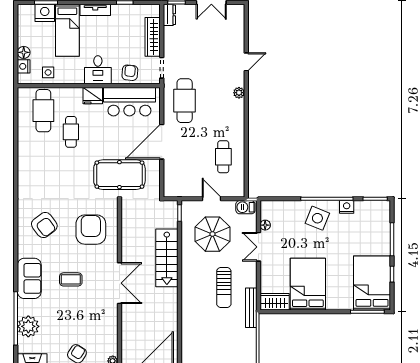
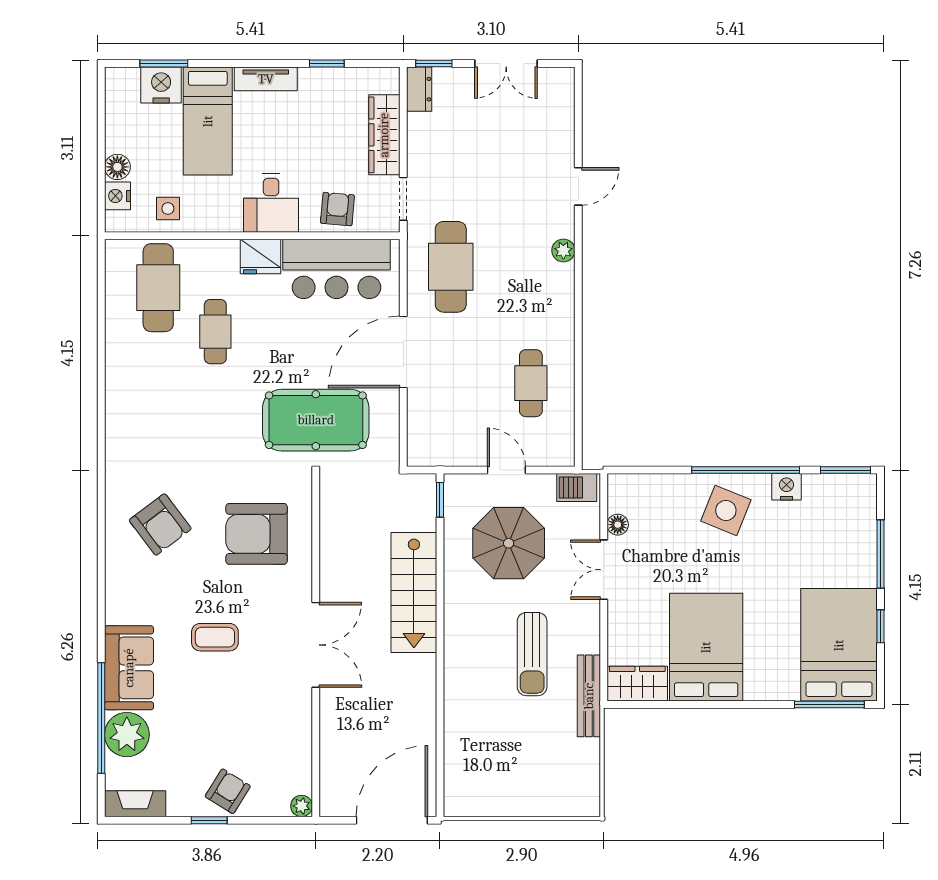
armchair: (91, 230) -> (257, 534), turned -90
sofa: (29, 278) -> (129, 668), moved

